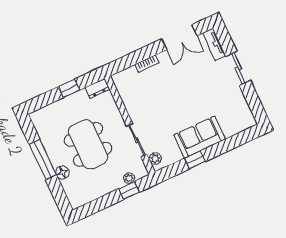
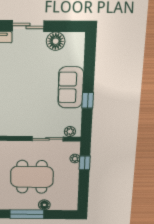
floor lamp: (236, 101) -> (56, 41), added

